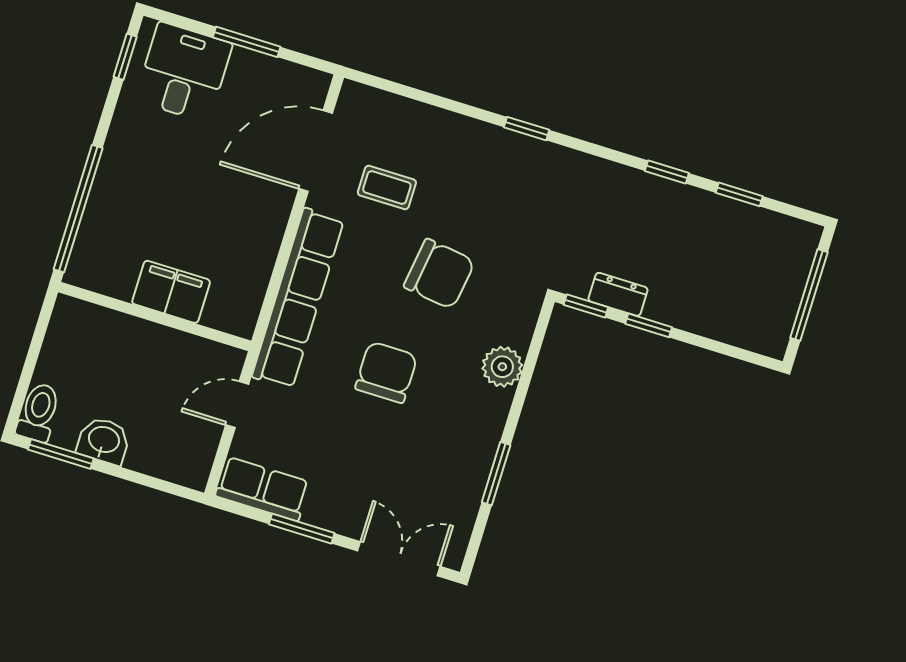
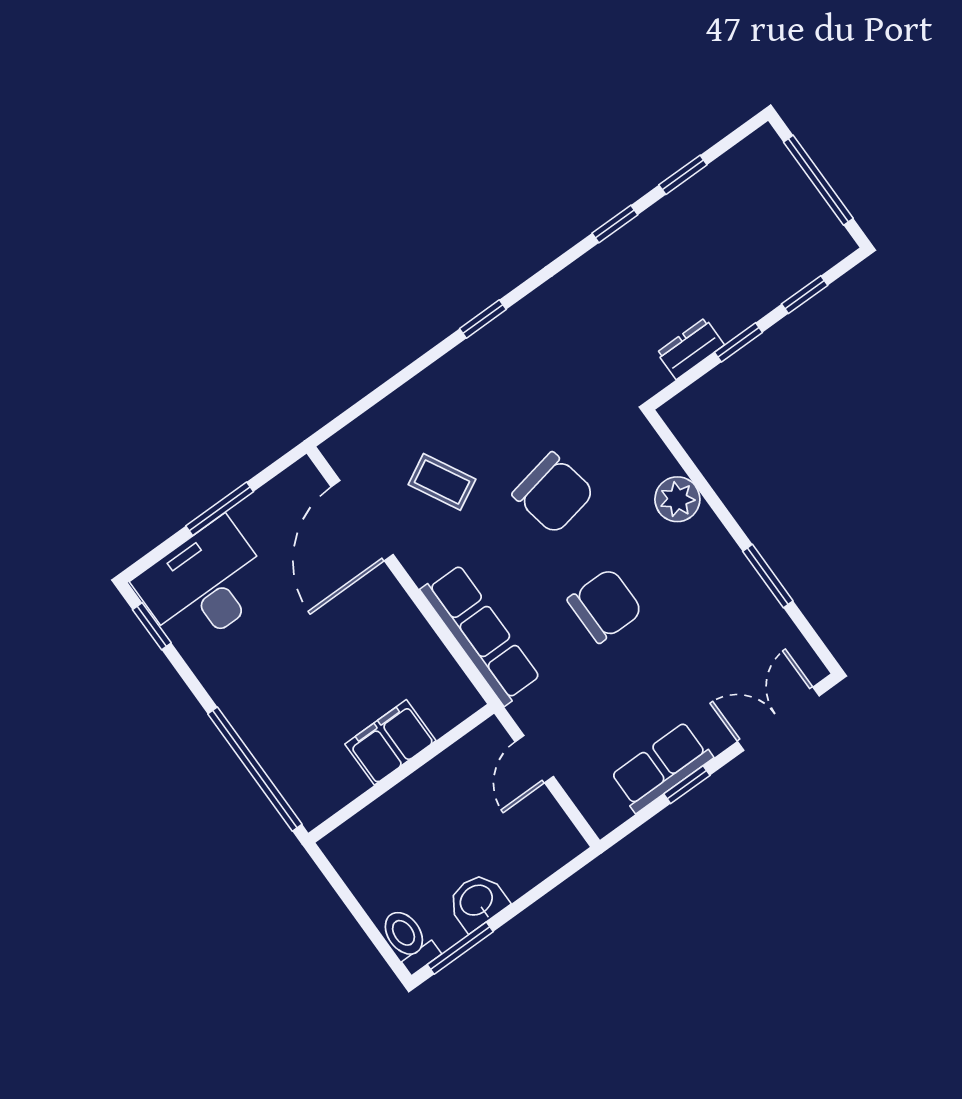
desk: (184, 72) -> (204, 585), width x1.37
coffee table: (387, 188) -> (442, 482), turned 62
chair: (439, 274) -> (553, 493), turned 71
row of seats: (298, 298) -> (481, 634), width x0.73
window: (586, 306) -> (805, 295), moved
chair: (386, 372) -> (605, 606), turned 90
row of seats: (263, 489) -> (661, 767), moved
window: (302, 529) -> (687, 785), width x0.67

